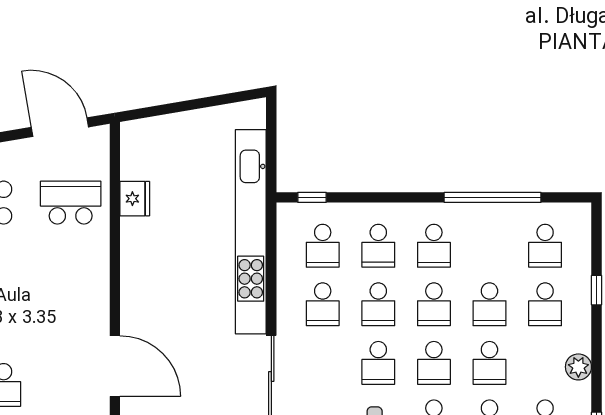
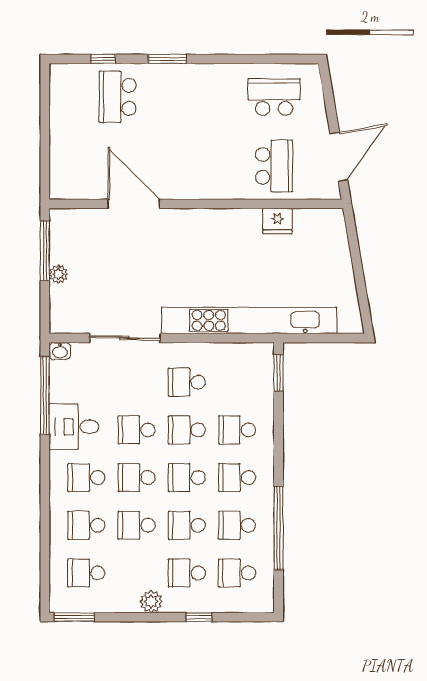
window: (312, 197) -> (279, 373), width x1.50
school desk: (323, 246) -> (237, 525), moved
door: (115, 366) -> (134, 204), swing flipped
plant: (578, 367) -> (151, 602), moved

